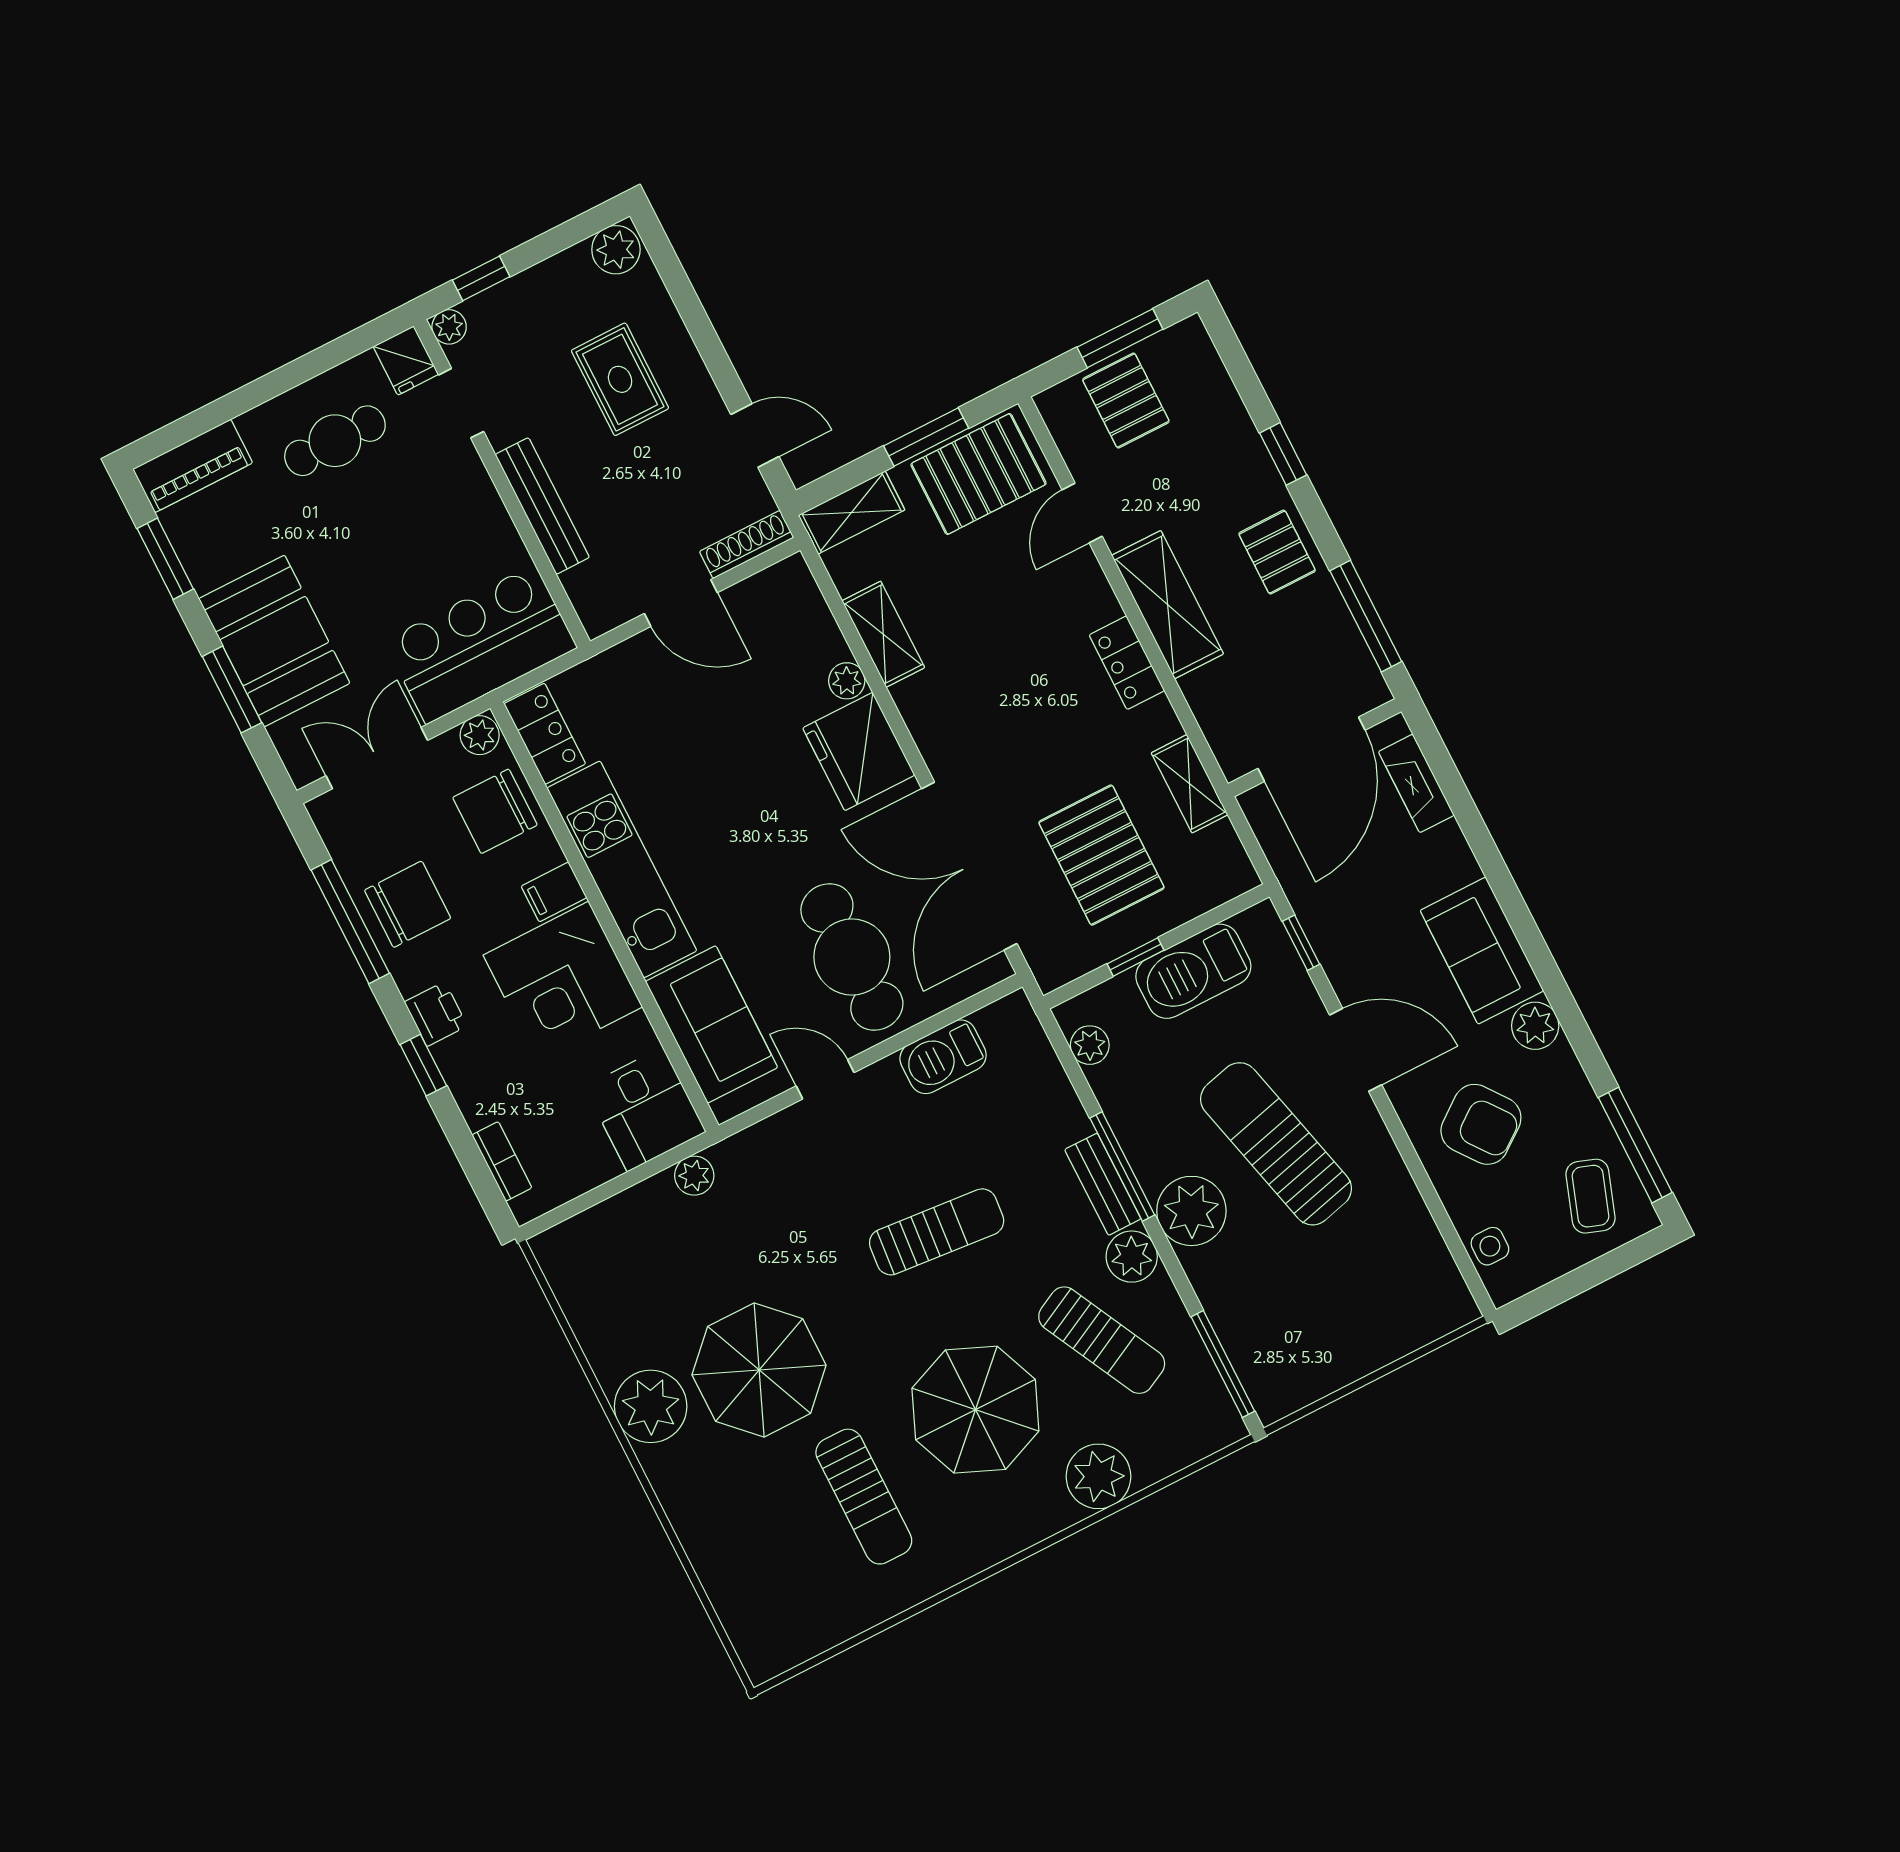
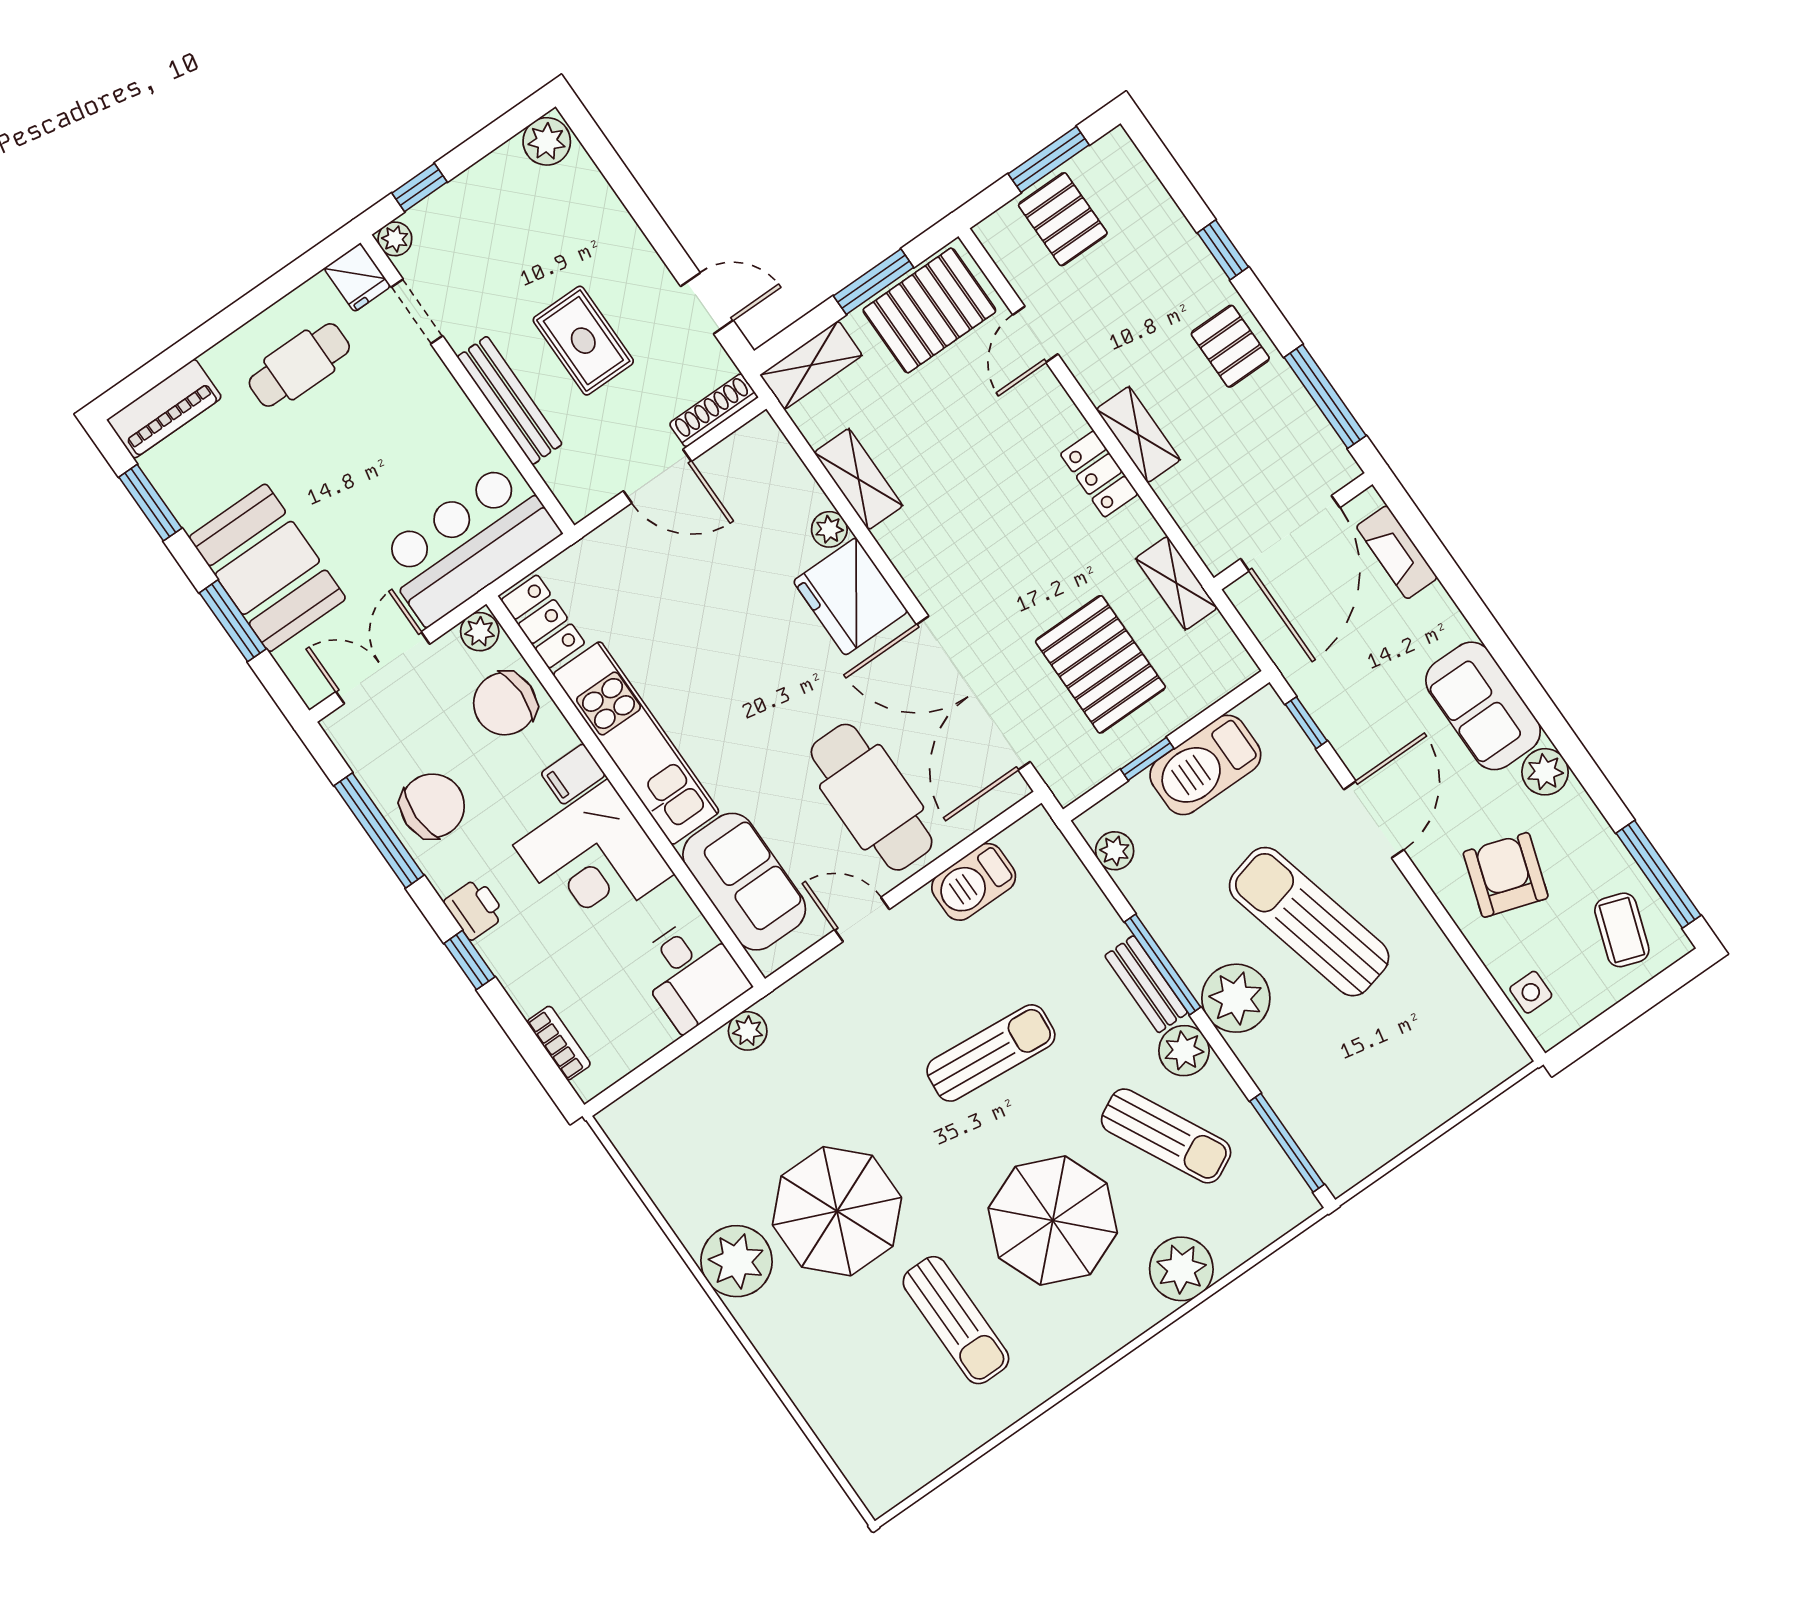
rug: (620, 379) -> (583, 341), moved
shelving: (1168, 605) -> (1138, 435), width x0.67, depth x0.75
door: (1356, 1050) -> (1374, 820), hinge flipped
armchair: (1481, 1124) -> (1506, 875), turned -125

